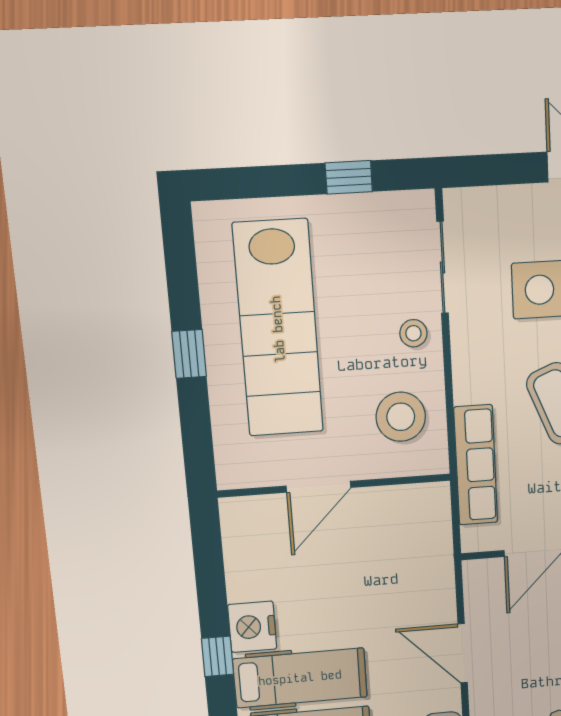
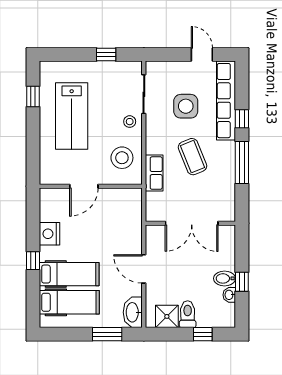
lab bench: (278, 329) -> (72, 116), width x0.73
window: (189, 354) -> (33, 96), moved
row of seats: (476, 465) -> (154, 173), width x0.68
nightstand: (252, 627) -> (50, 234), moved

